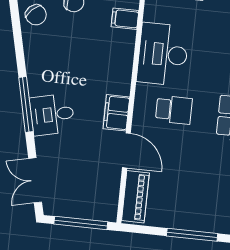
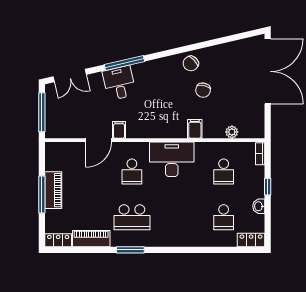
filing cabinet: (116, 113) -> (119, 130), width x0.50
double door: (35, 180) -> (70, 76), swing flipped
piano: (135, 197) -> (53, 190), moved, turned -90

